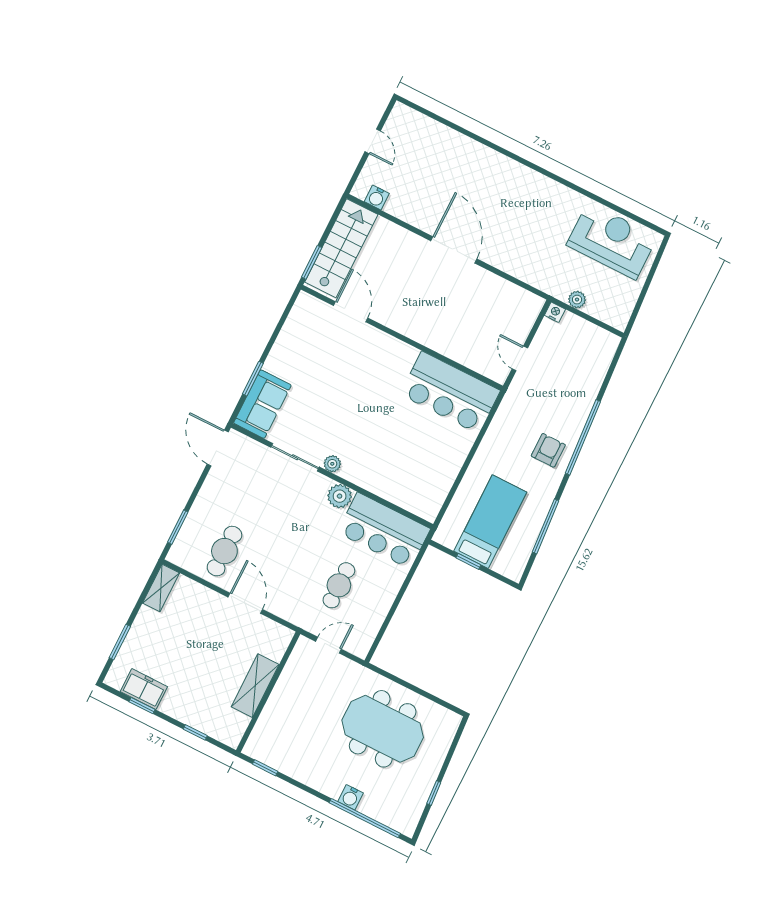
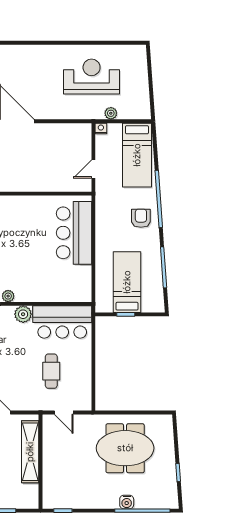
reception desk: (612, 241) -> (92, 77), moved
door: (520, 358) -> (93, 169), hinge flipped
bed: (583, 369) -> (137, 155), added
bar counter: (450, 392) -> (74, 233), moved, turned 90
door: (328, 645) -> (64, 413), swing flipped
shelving: (255, 686) -> (30, 452), width x1.47

